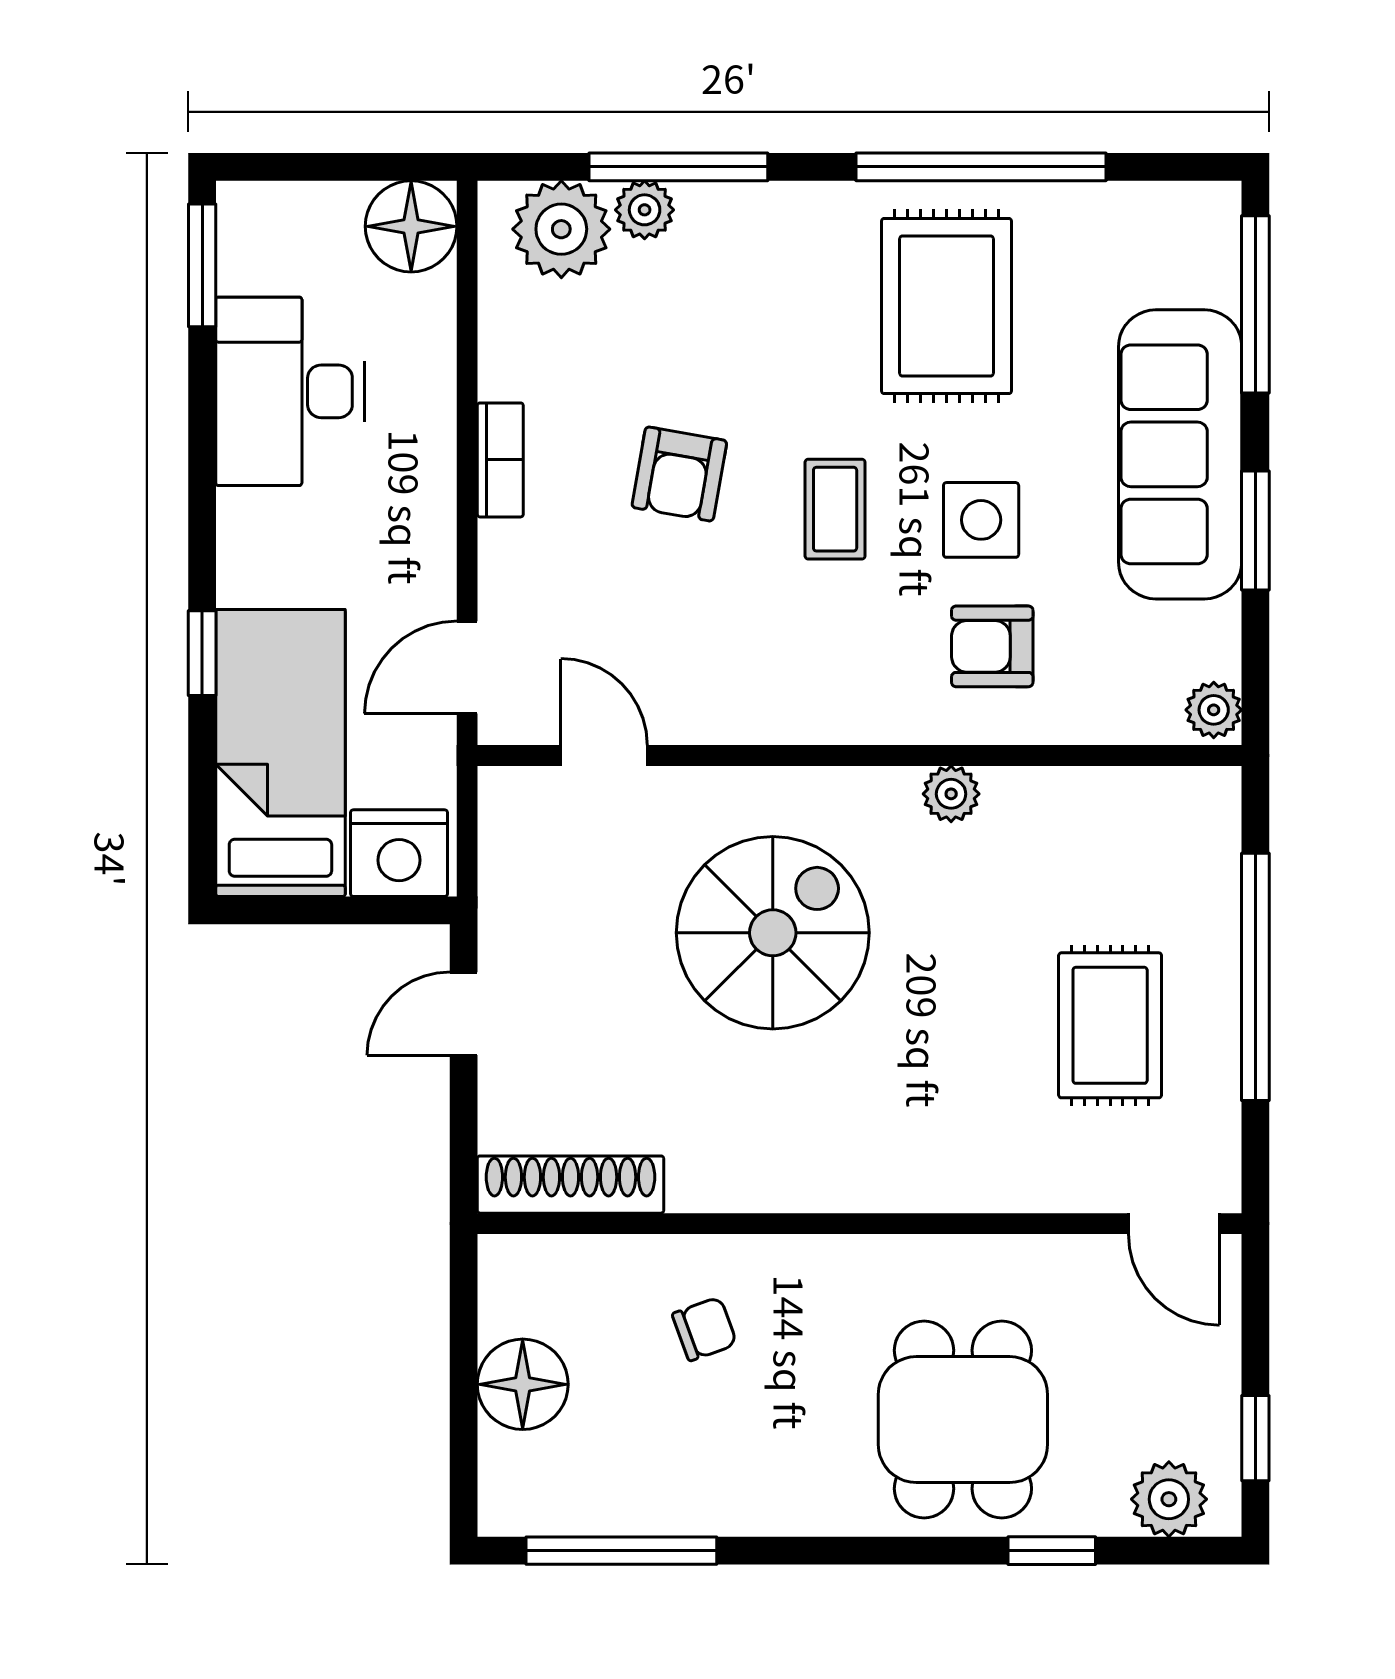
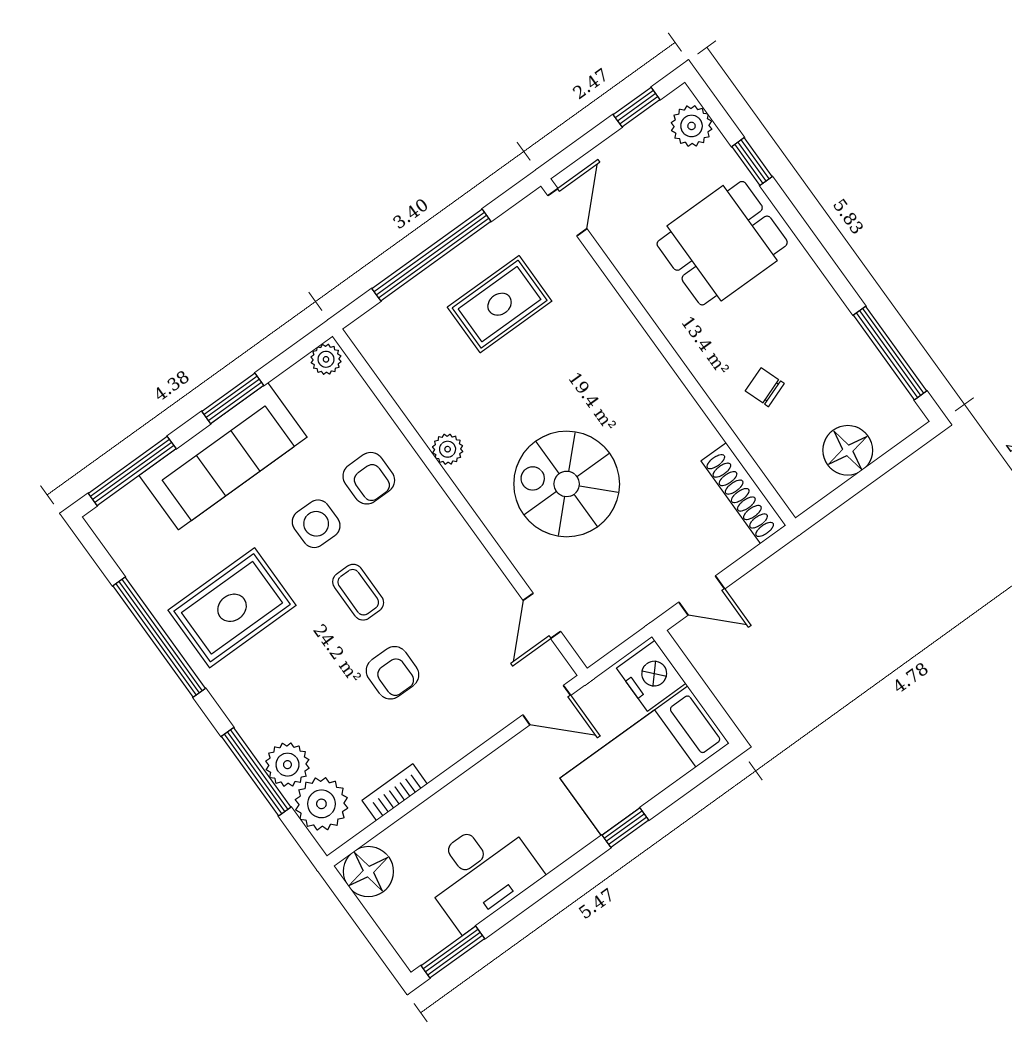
plant: (645, 210) -> (287, 765), width x1.38, depth x1.38
bookcase: (500, 460) -> (395, 792), moved
armchair: (679, 474) -> (392, 673), turned 80
coffee table: (835, 509) -> (358, 592), turned 90

